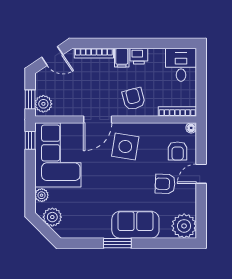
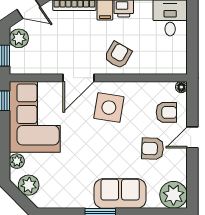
armchair: (134, 99) -> (118, 55), turned 45
plant: (43, 104) -> (19, 38), moved
bookcase: (177, 111) -> (166, 69), removed
armchair: (178, 151) -> (166, 112), turned -90

